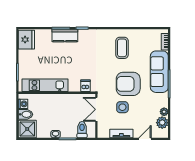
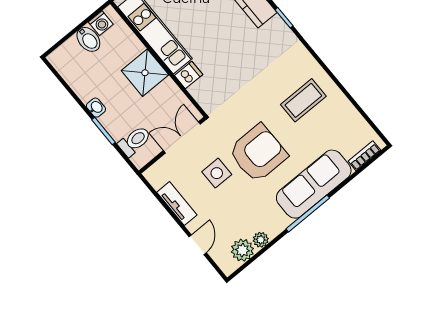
armchair: (128, 84) -> (258, 153), turned 90
dishwasher: (85, 86) -> (189, 75), moved
shower: (27, 129) -> (145, 73), moved
door: (145, 139) -> (198, 245), hinge flipped

